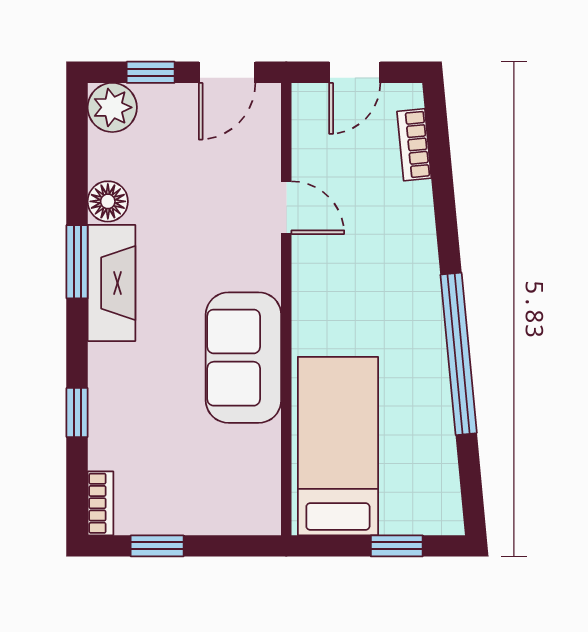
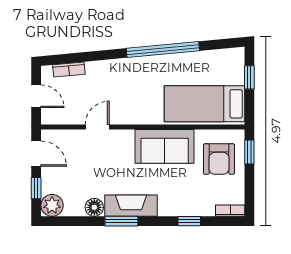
armchair: (215, 478) -> (219, 159), added
window: (157, 546) -> (249, 152), moved

